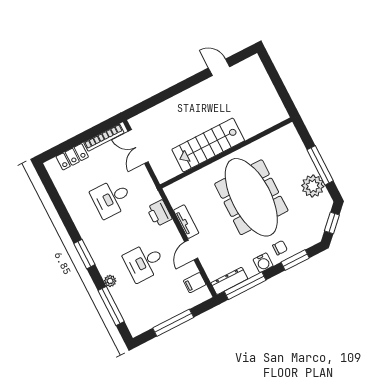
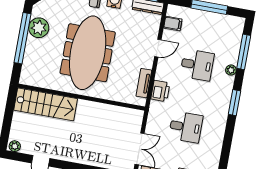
plant: (252, 63) -> (15, 146), added
stairs: (208, 145) -> (46, 104), moved
window: (320, 165) -> (22, 38), width x1.46
tv unit: (186, 222) -> (144, 83), moved

